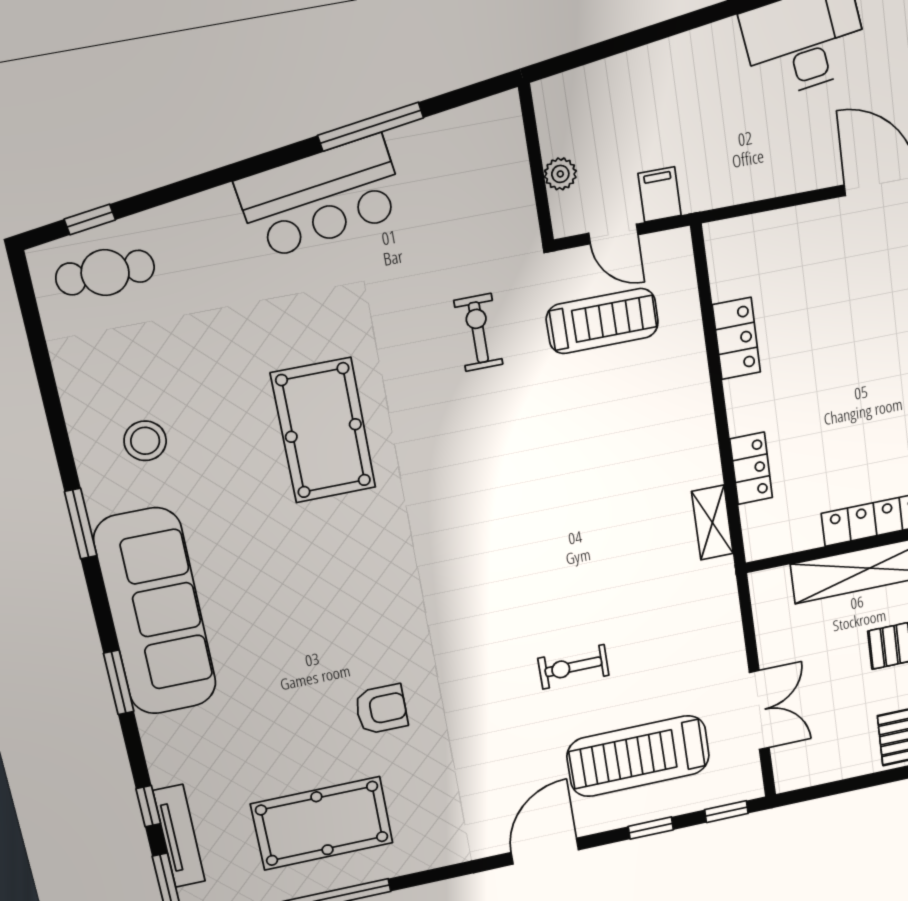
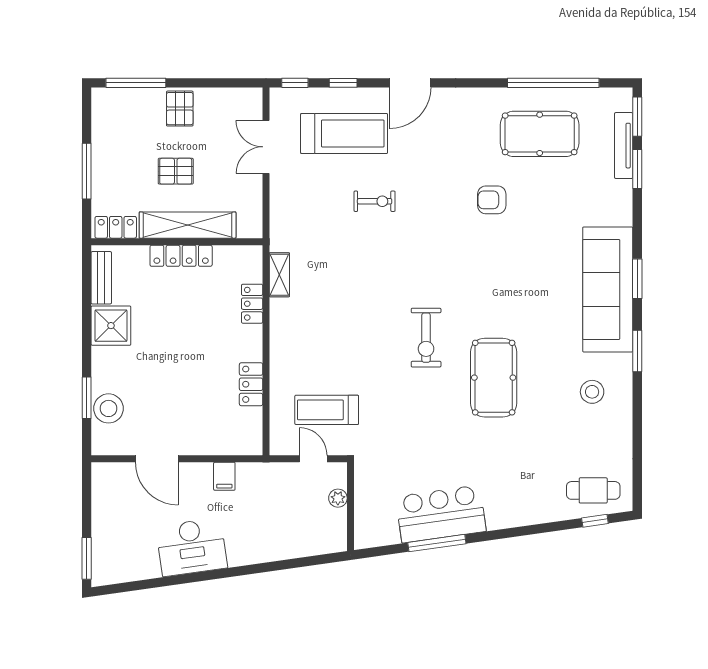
filing cabinet: (660, 194) -> (224, 476), moved
bar counter: (321, 197) -> (441, 514), moved
exercise bike: (478, 332) -> (426, 338), moved, width x1.38, depth x1.39
window: (119, 682) -> (637, 279), moved
window: (148, 806) -> (637, 169), width x1.50

